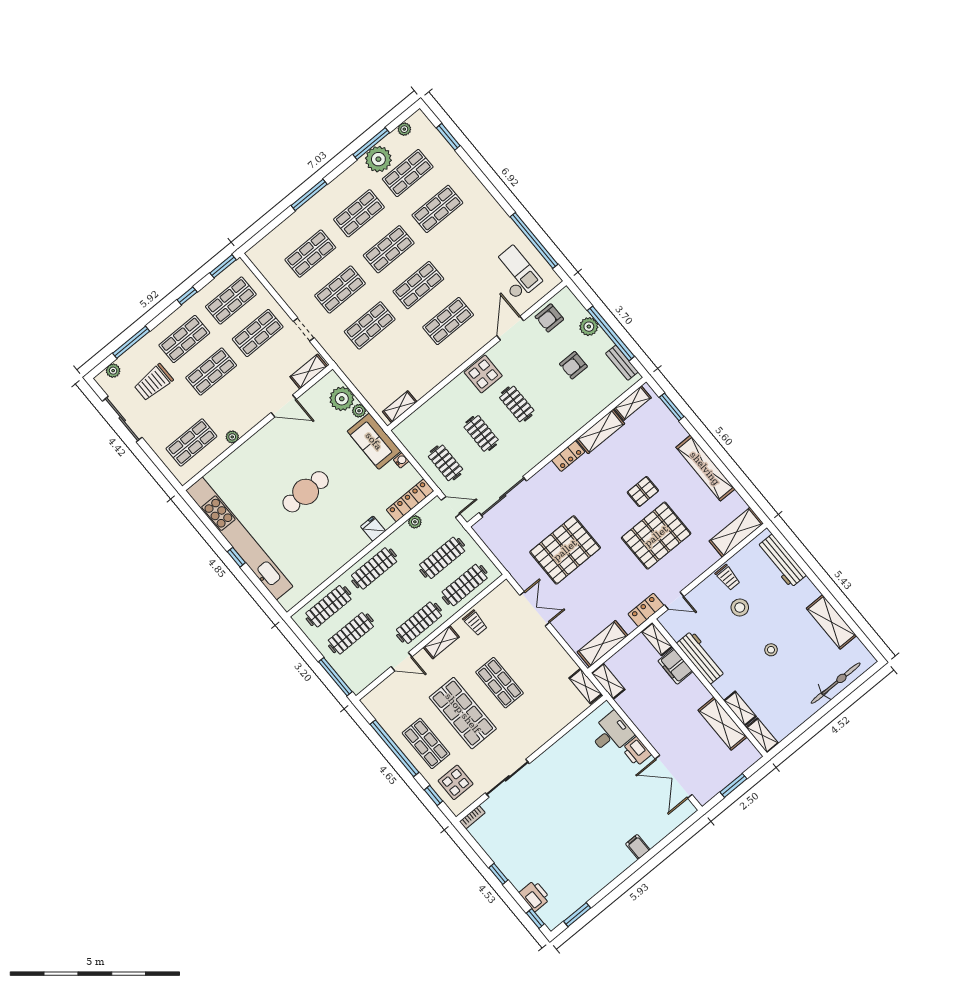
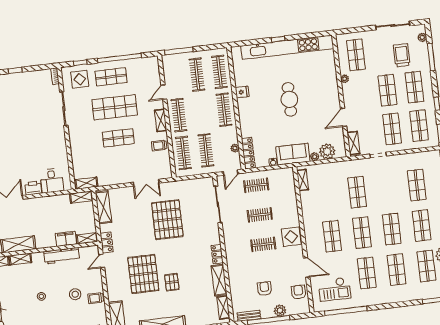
shop shelf: (340, 290) -> (367, 273), moved
fridge: (373, 529) -> (242, 92), moved

